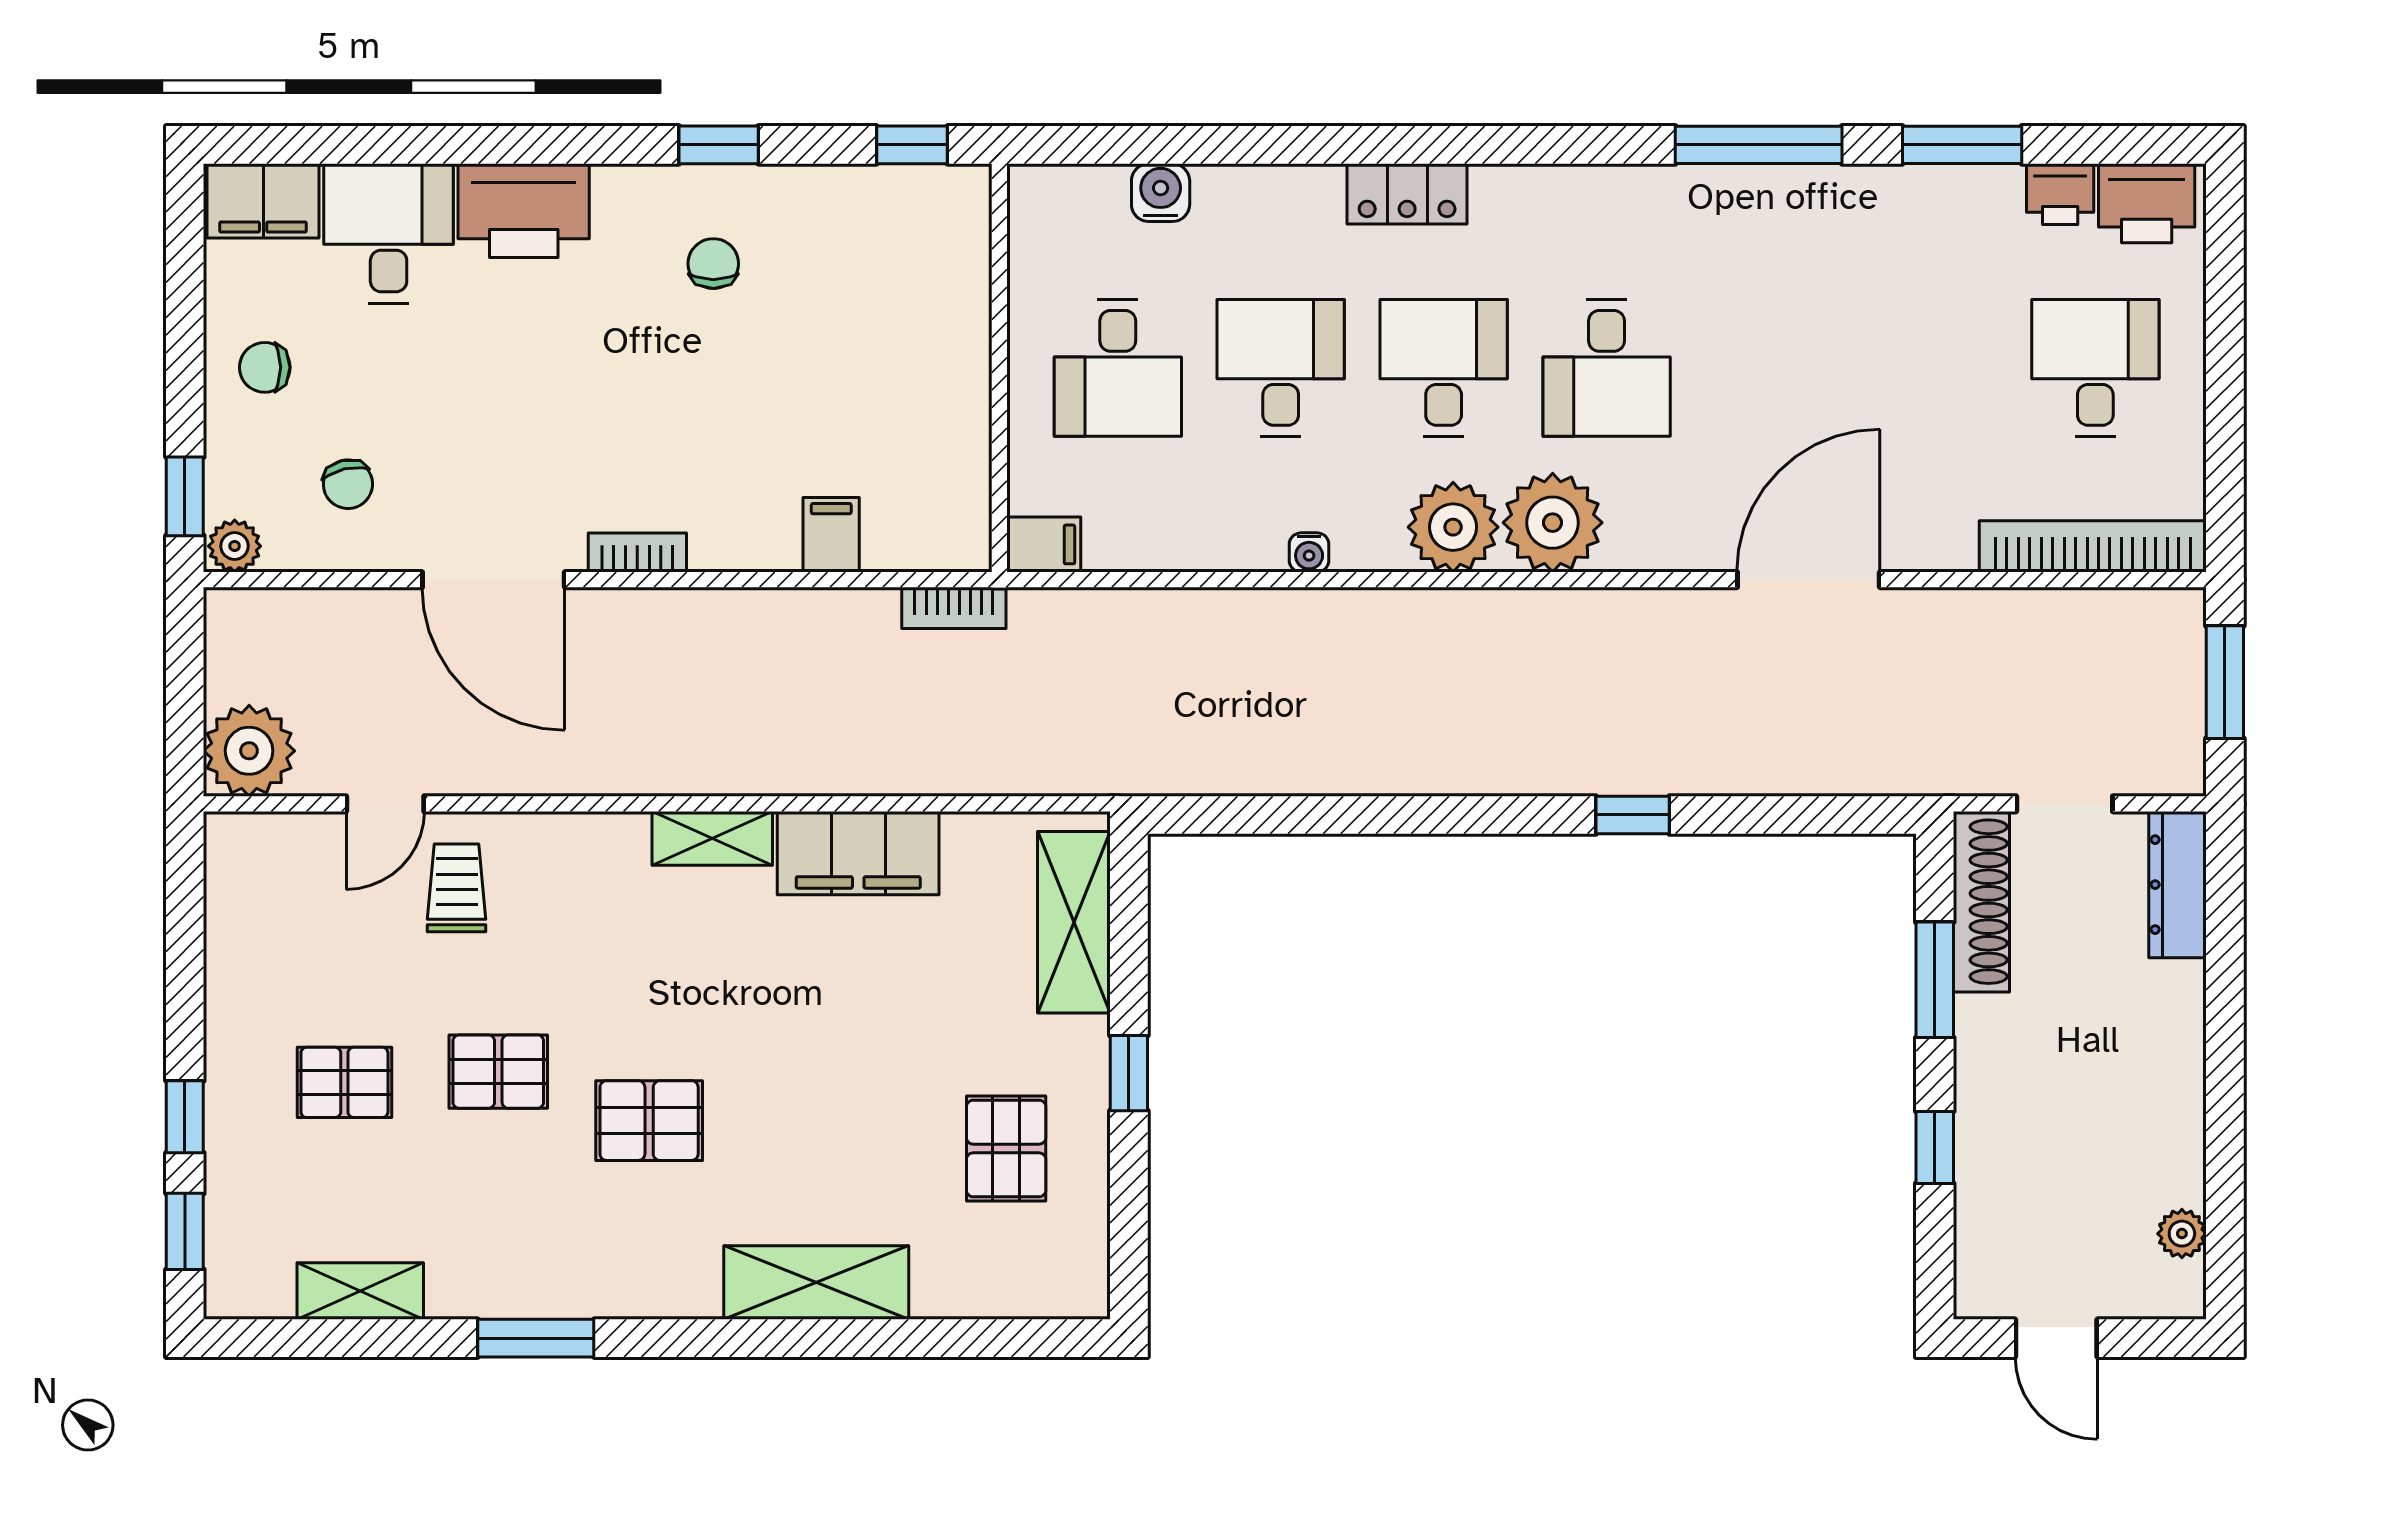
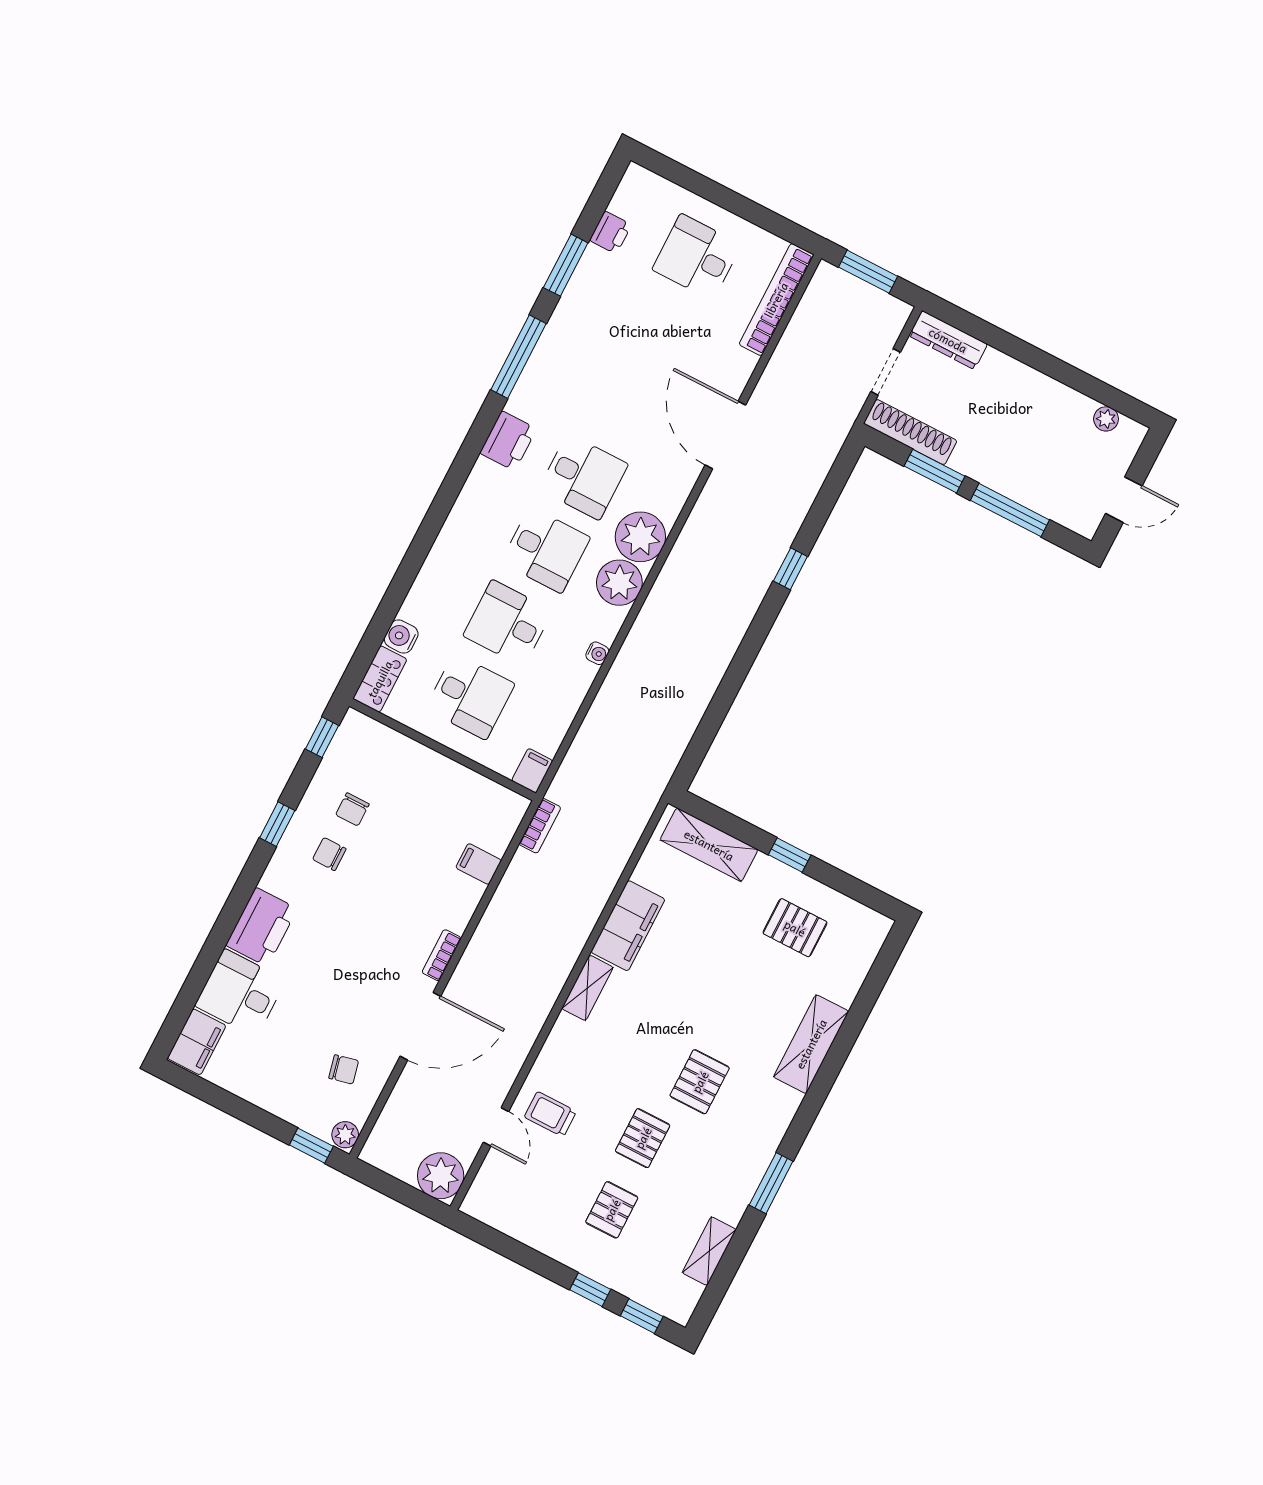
locker: (1407, 194) -> (380, 679), moved
printer: (2147, 203) -> (508, 441), moved
chair: (265, 367) -> (352, 809), moved
desk: (1444, 368) -> (546, 550), turned 180
window: (1935, 1147) -> (1010, 510), width x2.17

